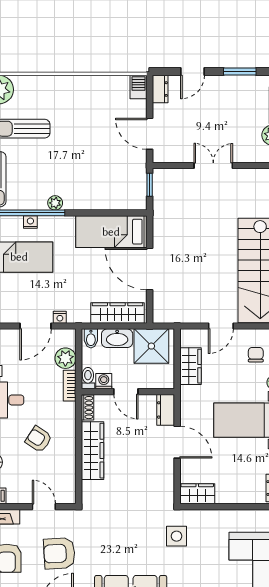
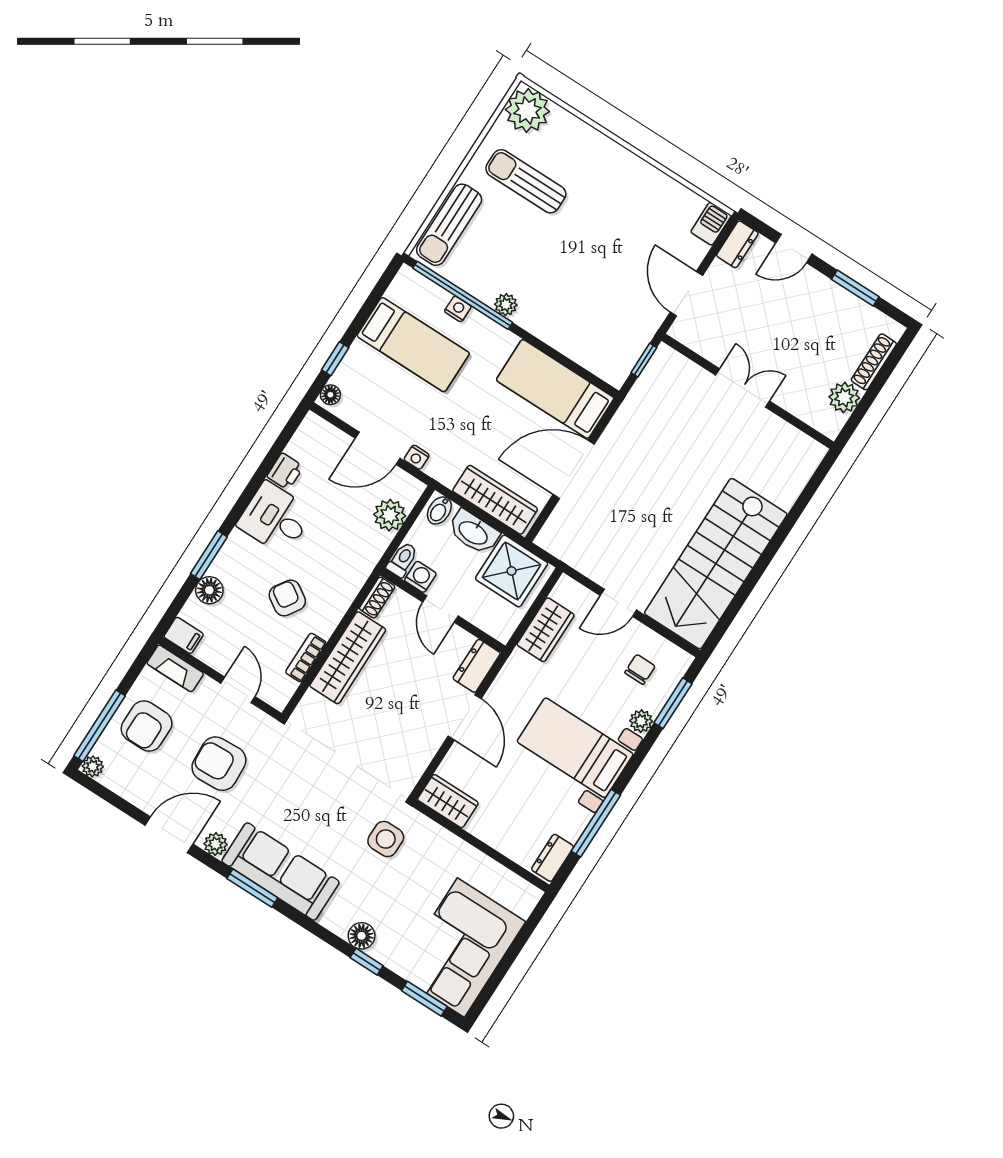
door: (150, 269) -> (574, 469), hinge flipped
bookcase: (70, 386) -> (306, 658), moved

